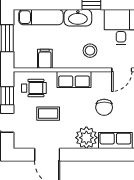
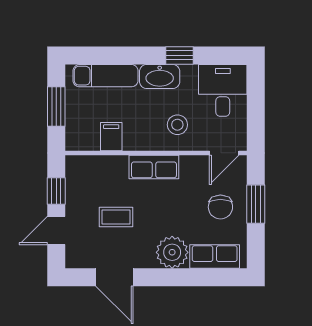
wheelchair: (34, 88) -> (95, 180), removed
chair: (104, 107) -> (220, 207), moved

